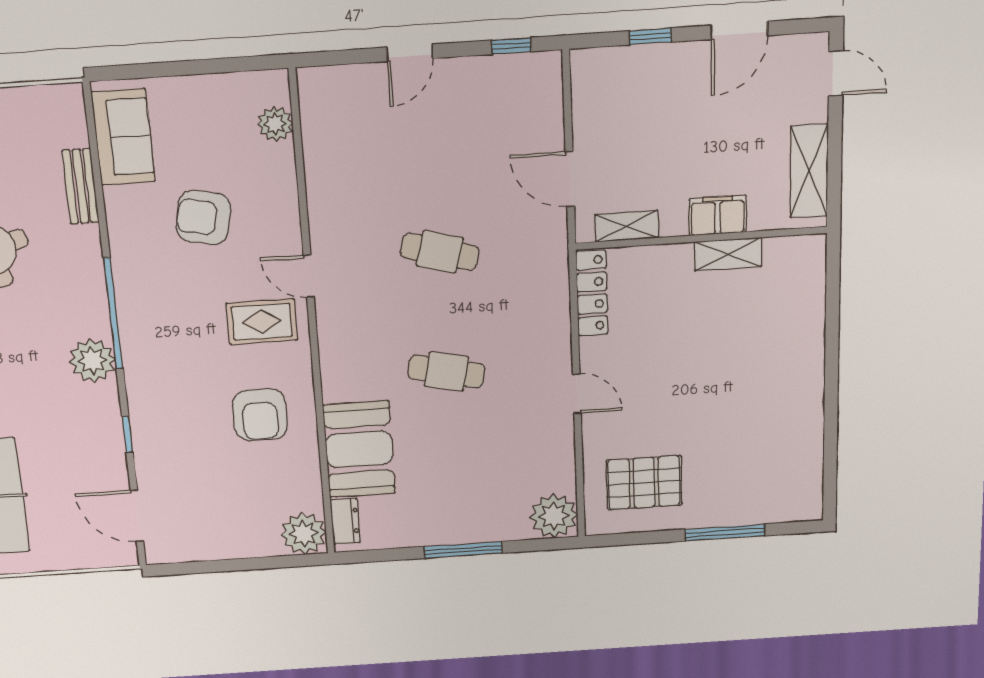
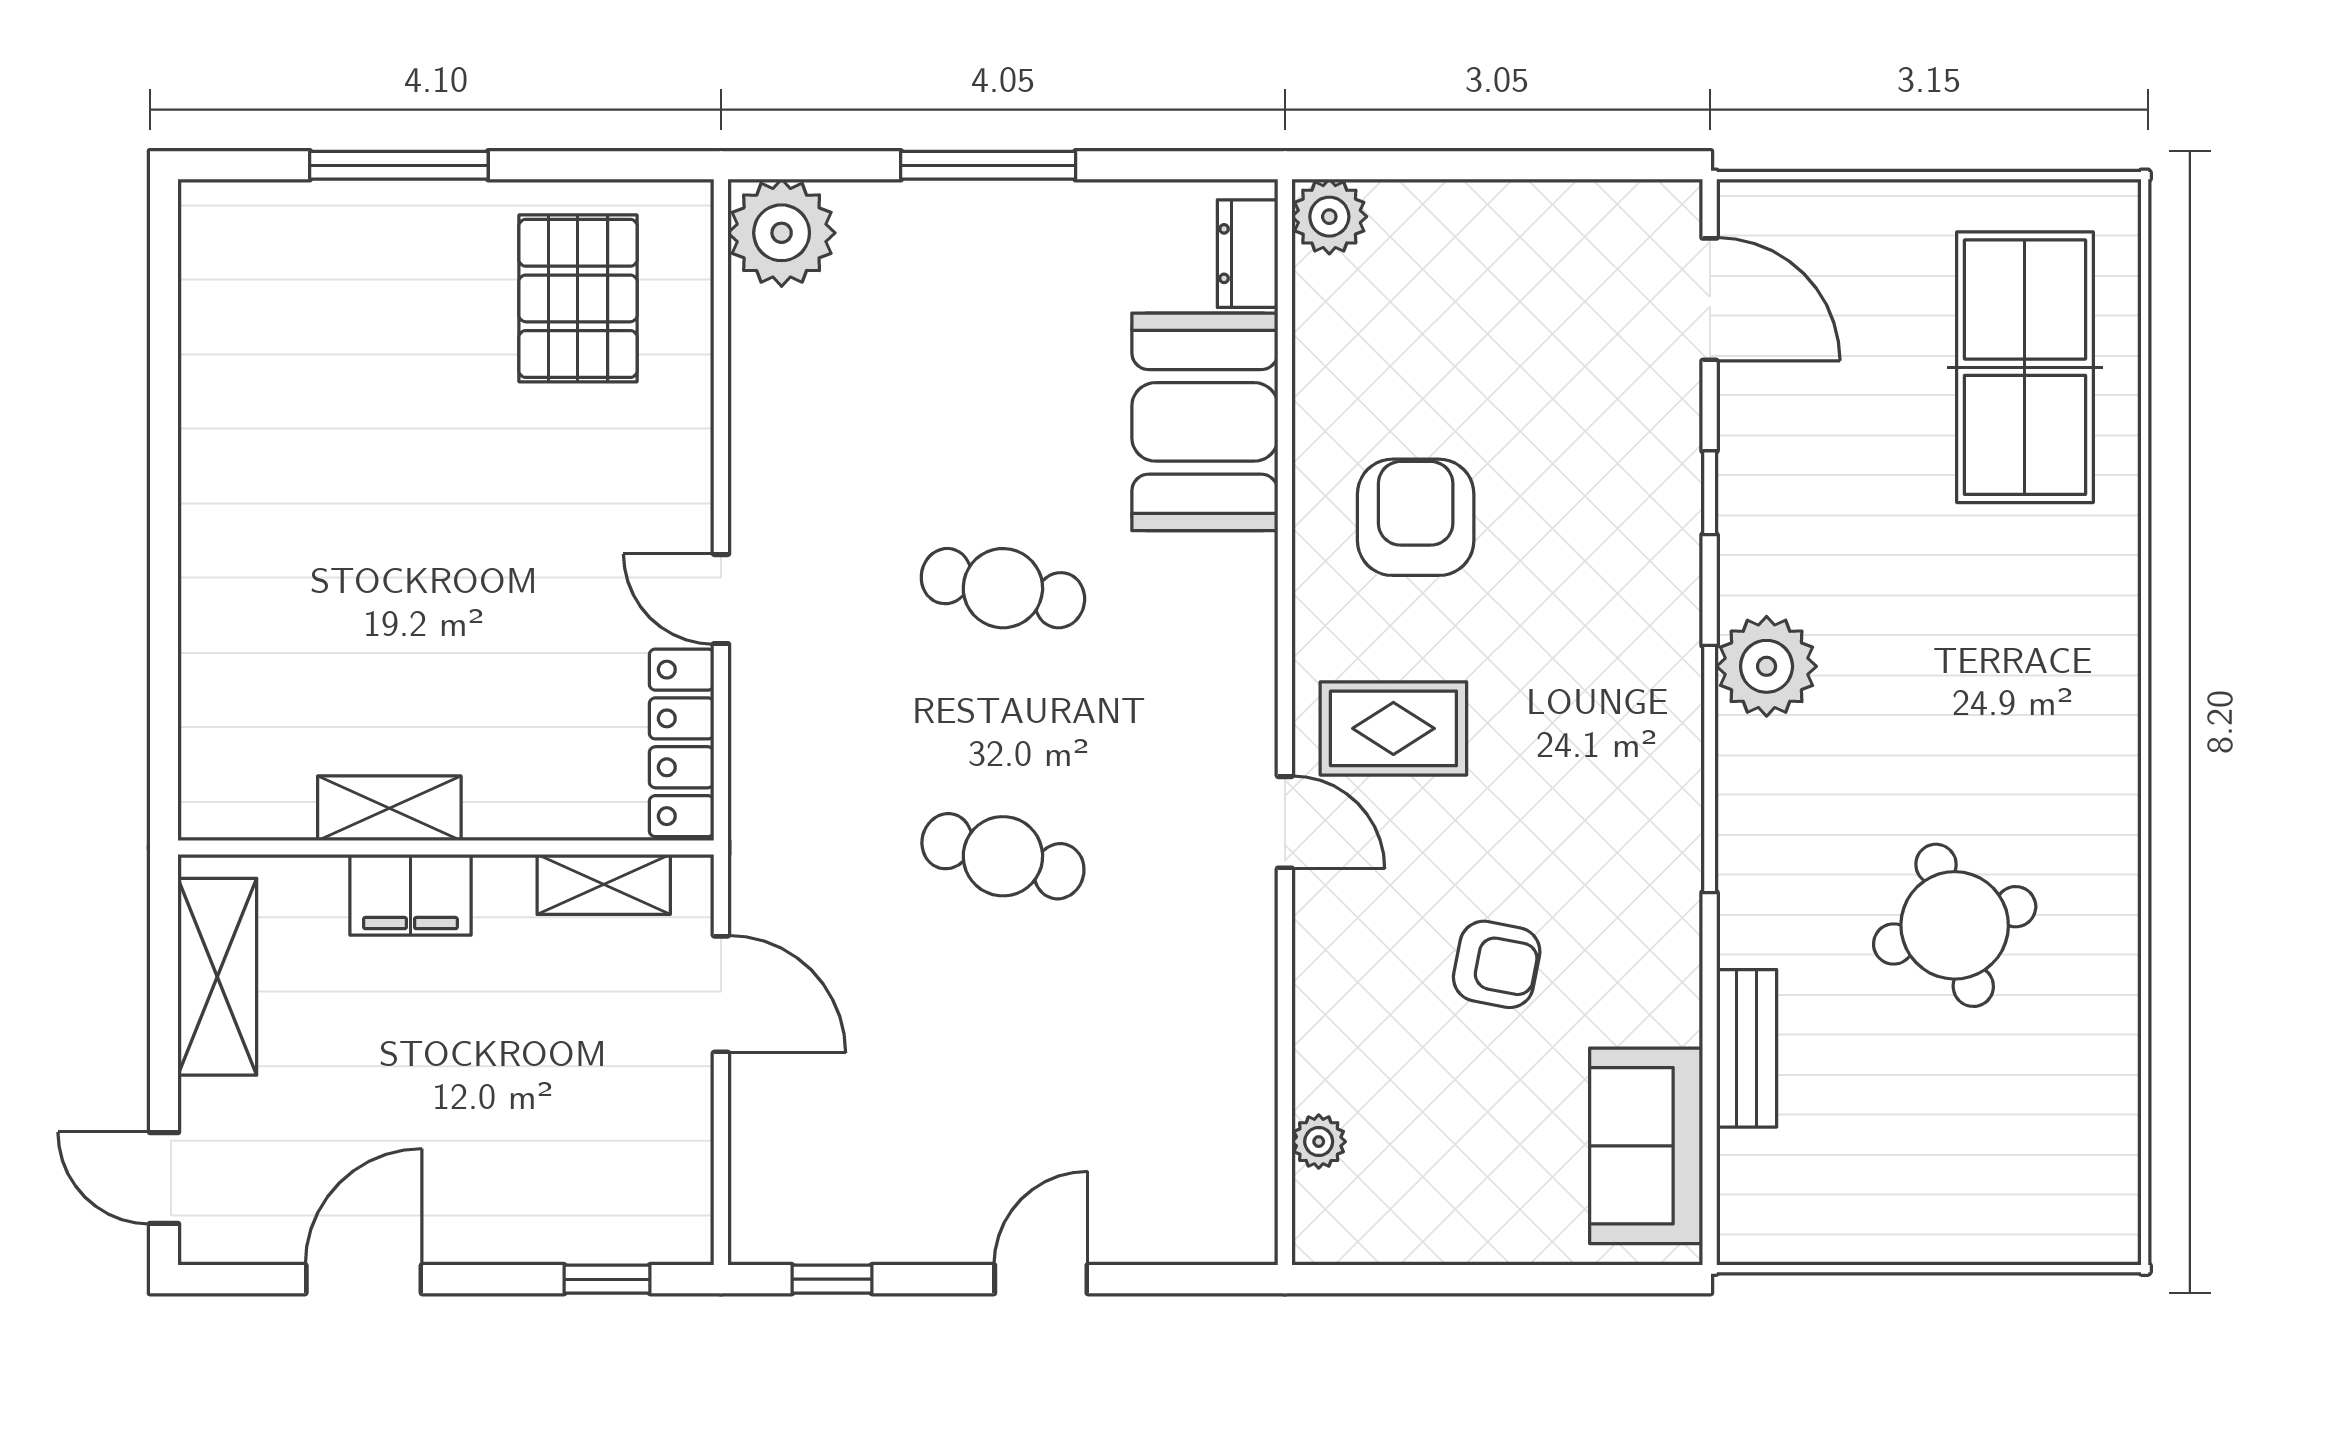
window: (650, 36) -> (607, 1279), moved
plant: (275, 124) -> (1319, 1142), width x0.73, depth x0.73
armchair: (203, 218) -> (1497, 964), width x0.72, depth x0.72
door: (577, 394) -> (721, 599), moved
pallet: (644, 483) -> (578, 298), turned 90
plant: (304, 534) -> (1329, 217), width x0.73, depth x0.73

